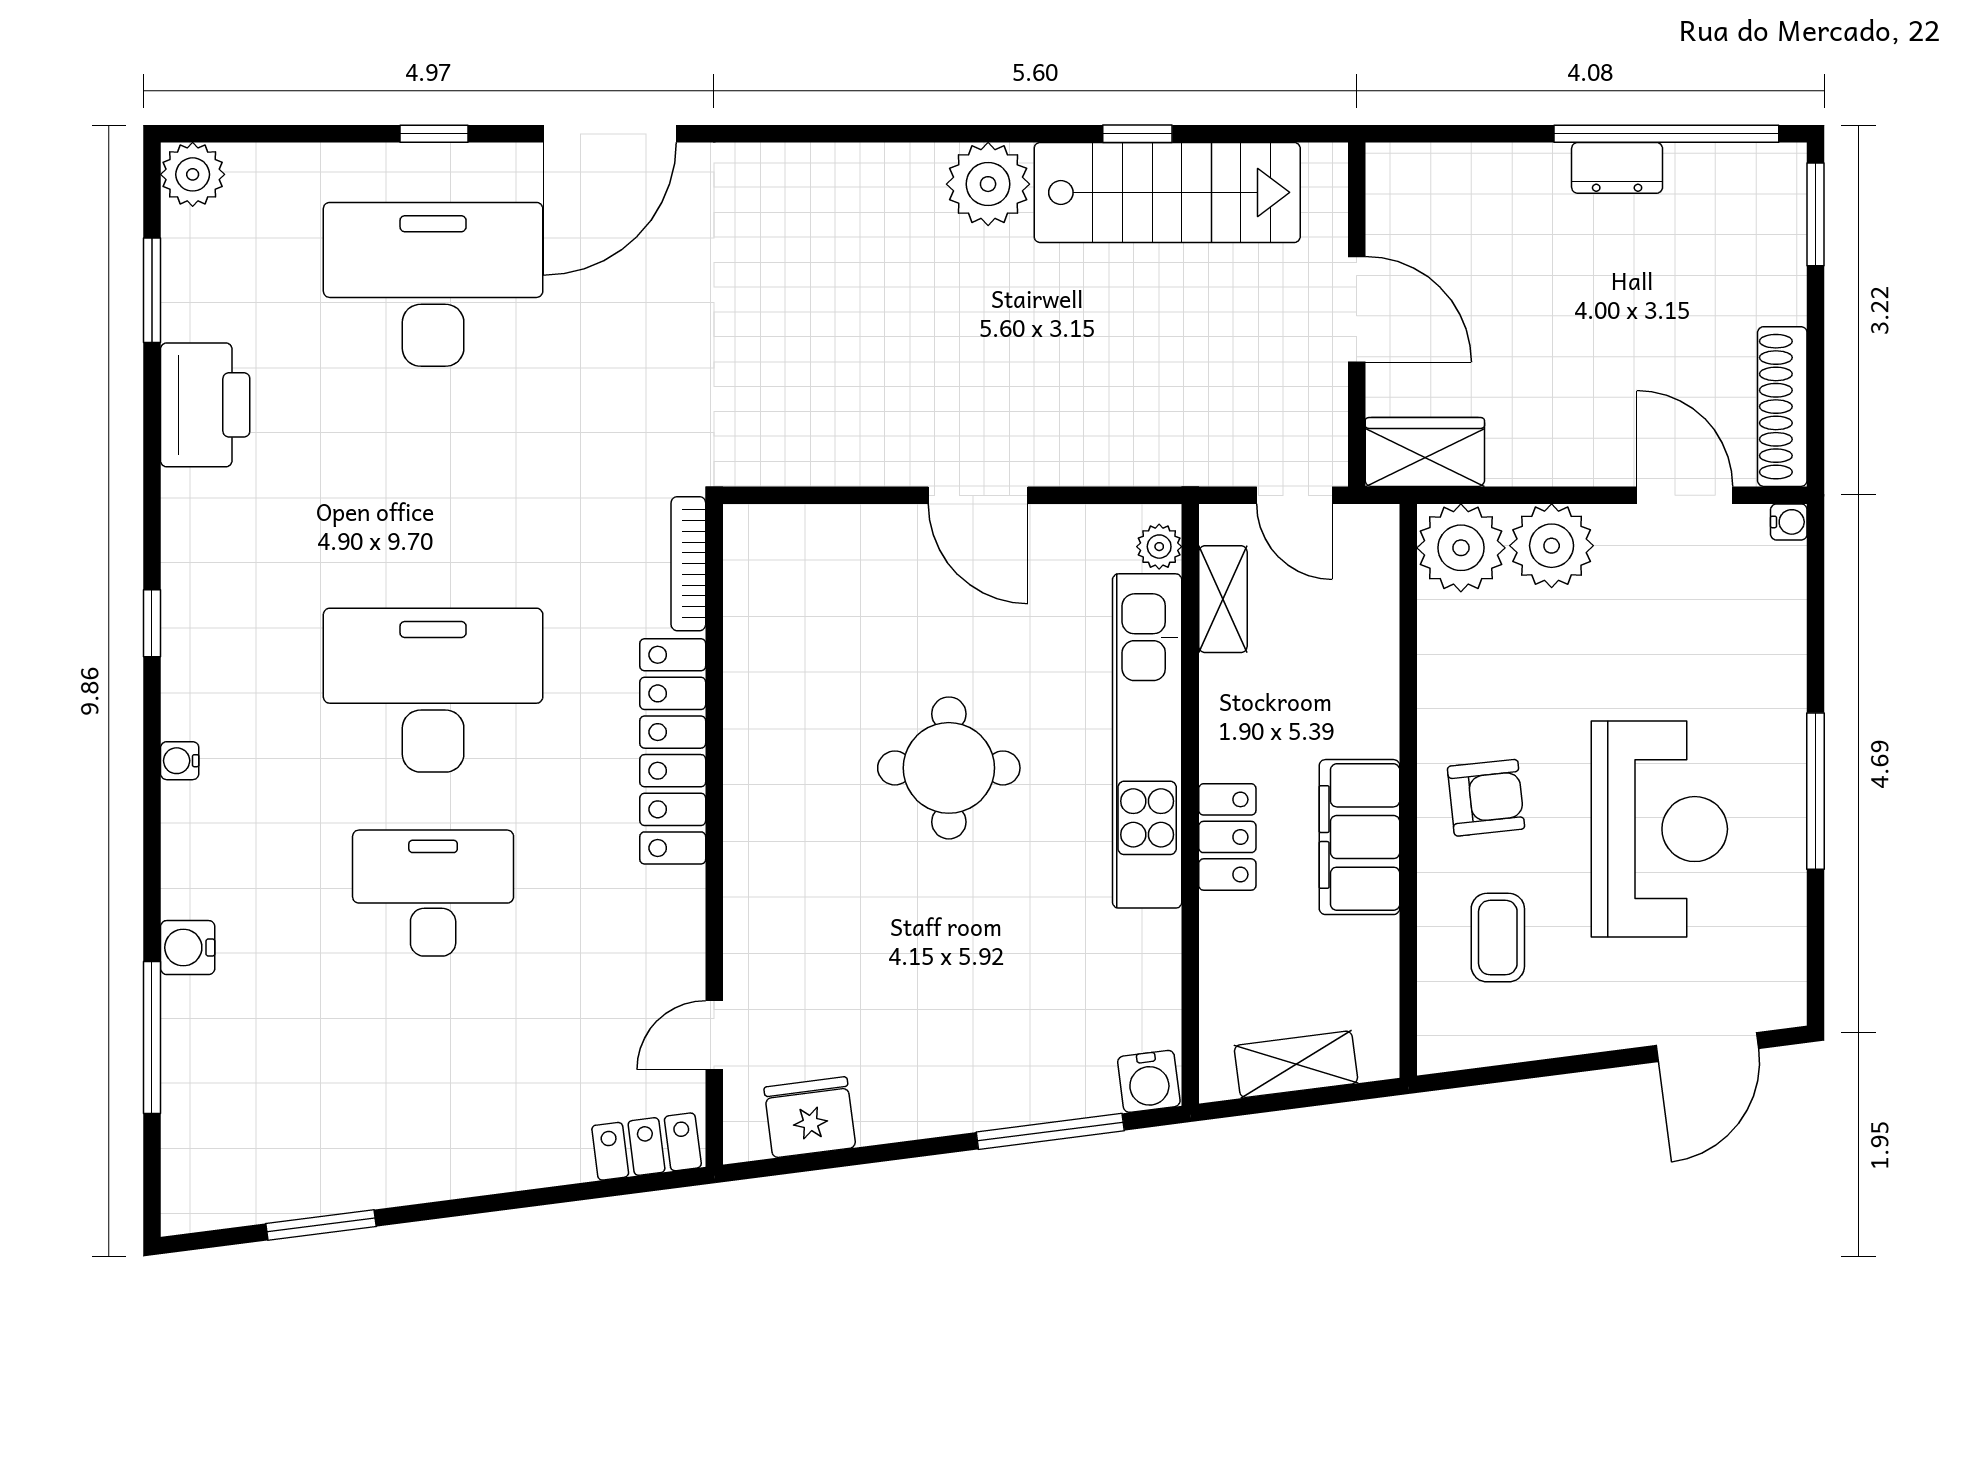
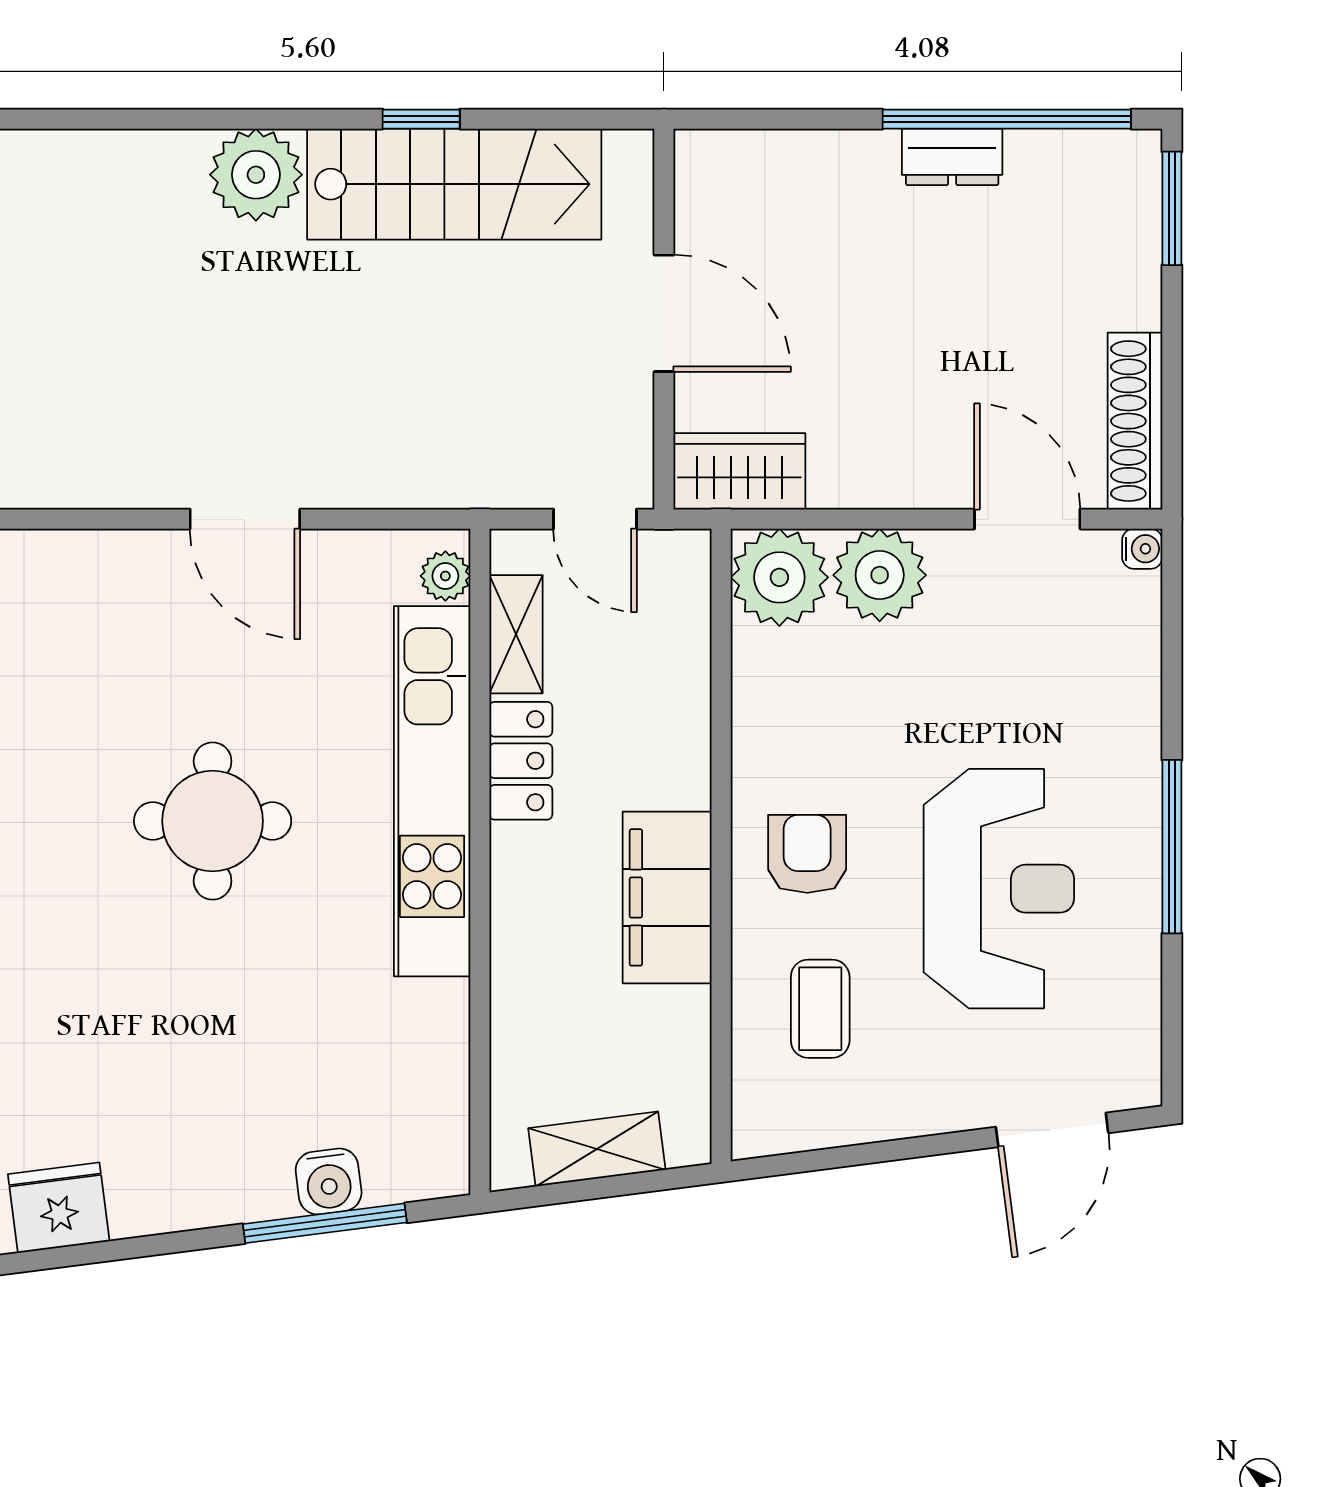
armchair: (1486, 798) -> (807, 854), turned -84
locker: (1227, 837) -> (521, 761), moved
water cooler: (1149, 1081) -> (329, 1181), moved

